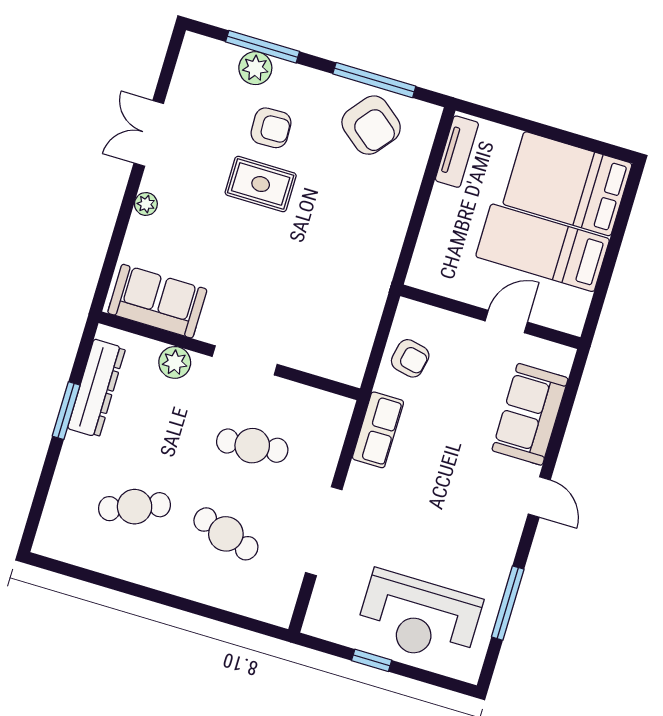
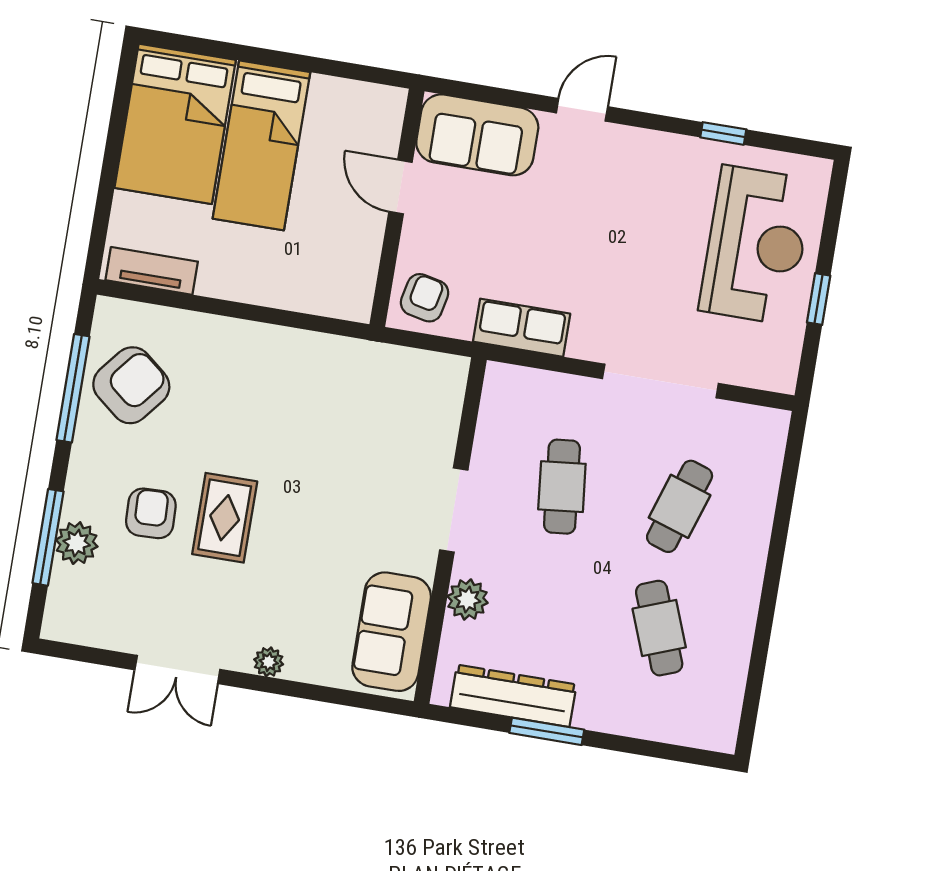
wall: (490, 317) -> (397, 208), moved
door: (506, 321) -> (401, 187), moved
window: (508, 603) -> (723, 133), width x0.46

